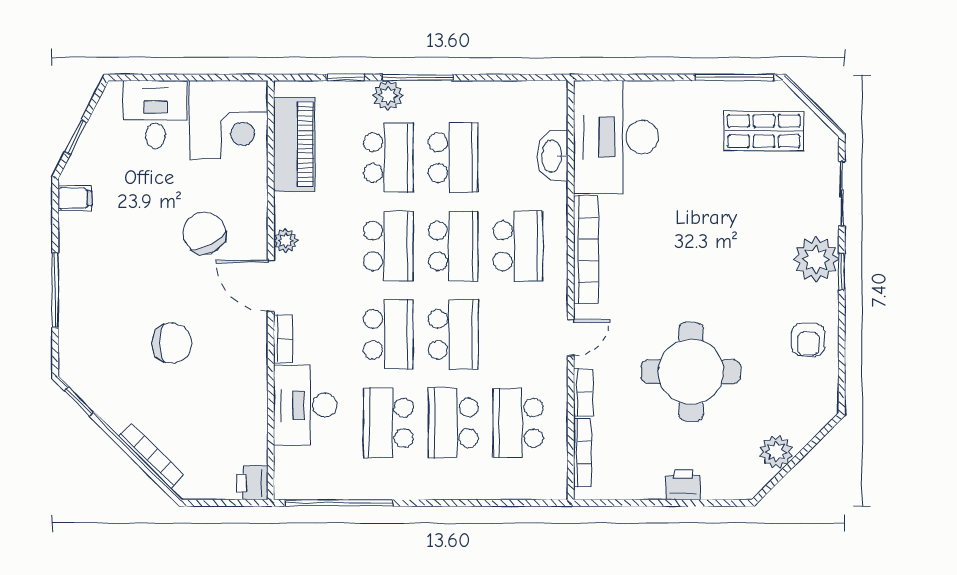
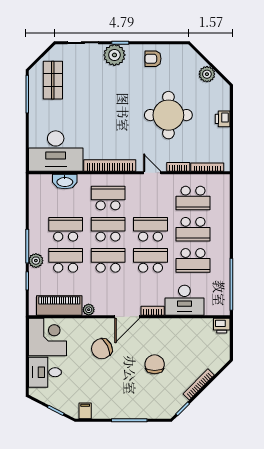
plant: (286, 241) -> (89, 310), moved
armchair: (808, 340) -> (153, 59), turned 180
bookcase: (151, 456) -> (199, 384), moved

